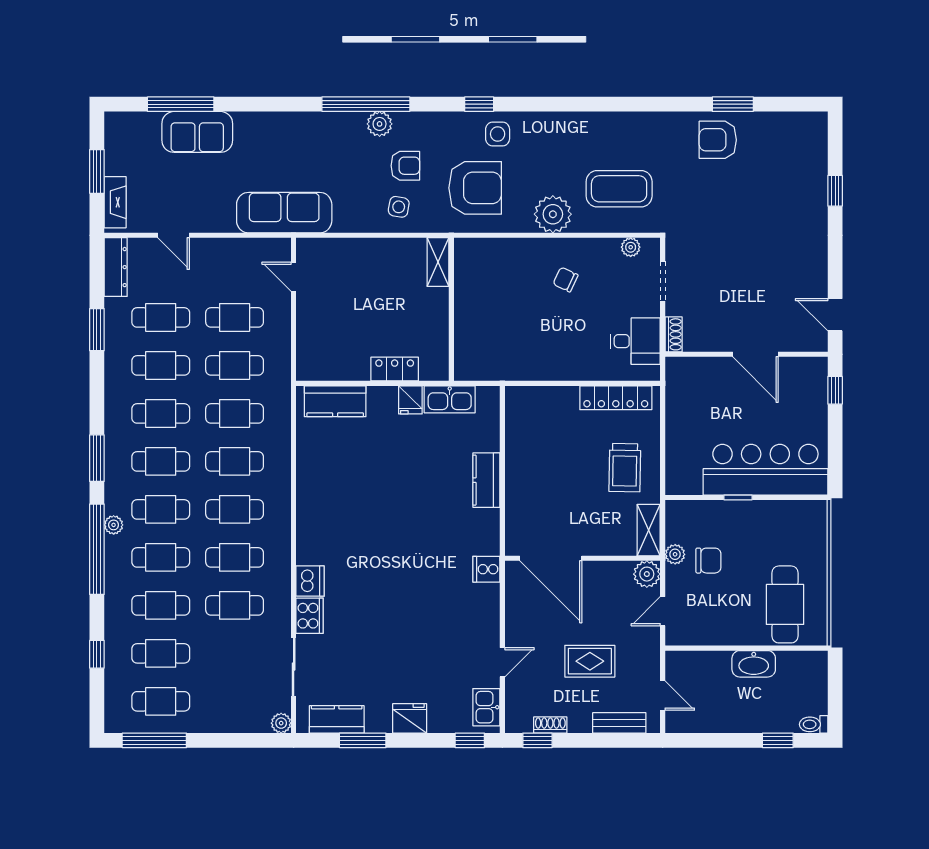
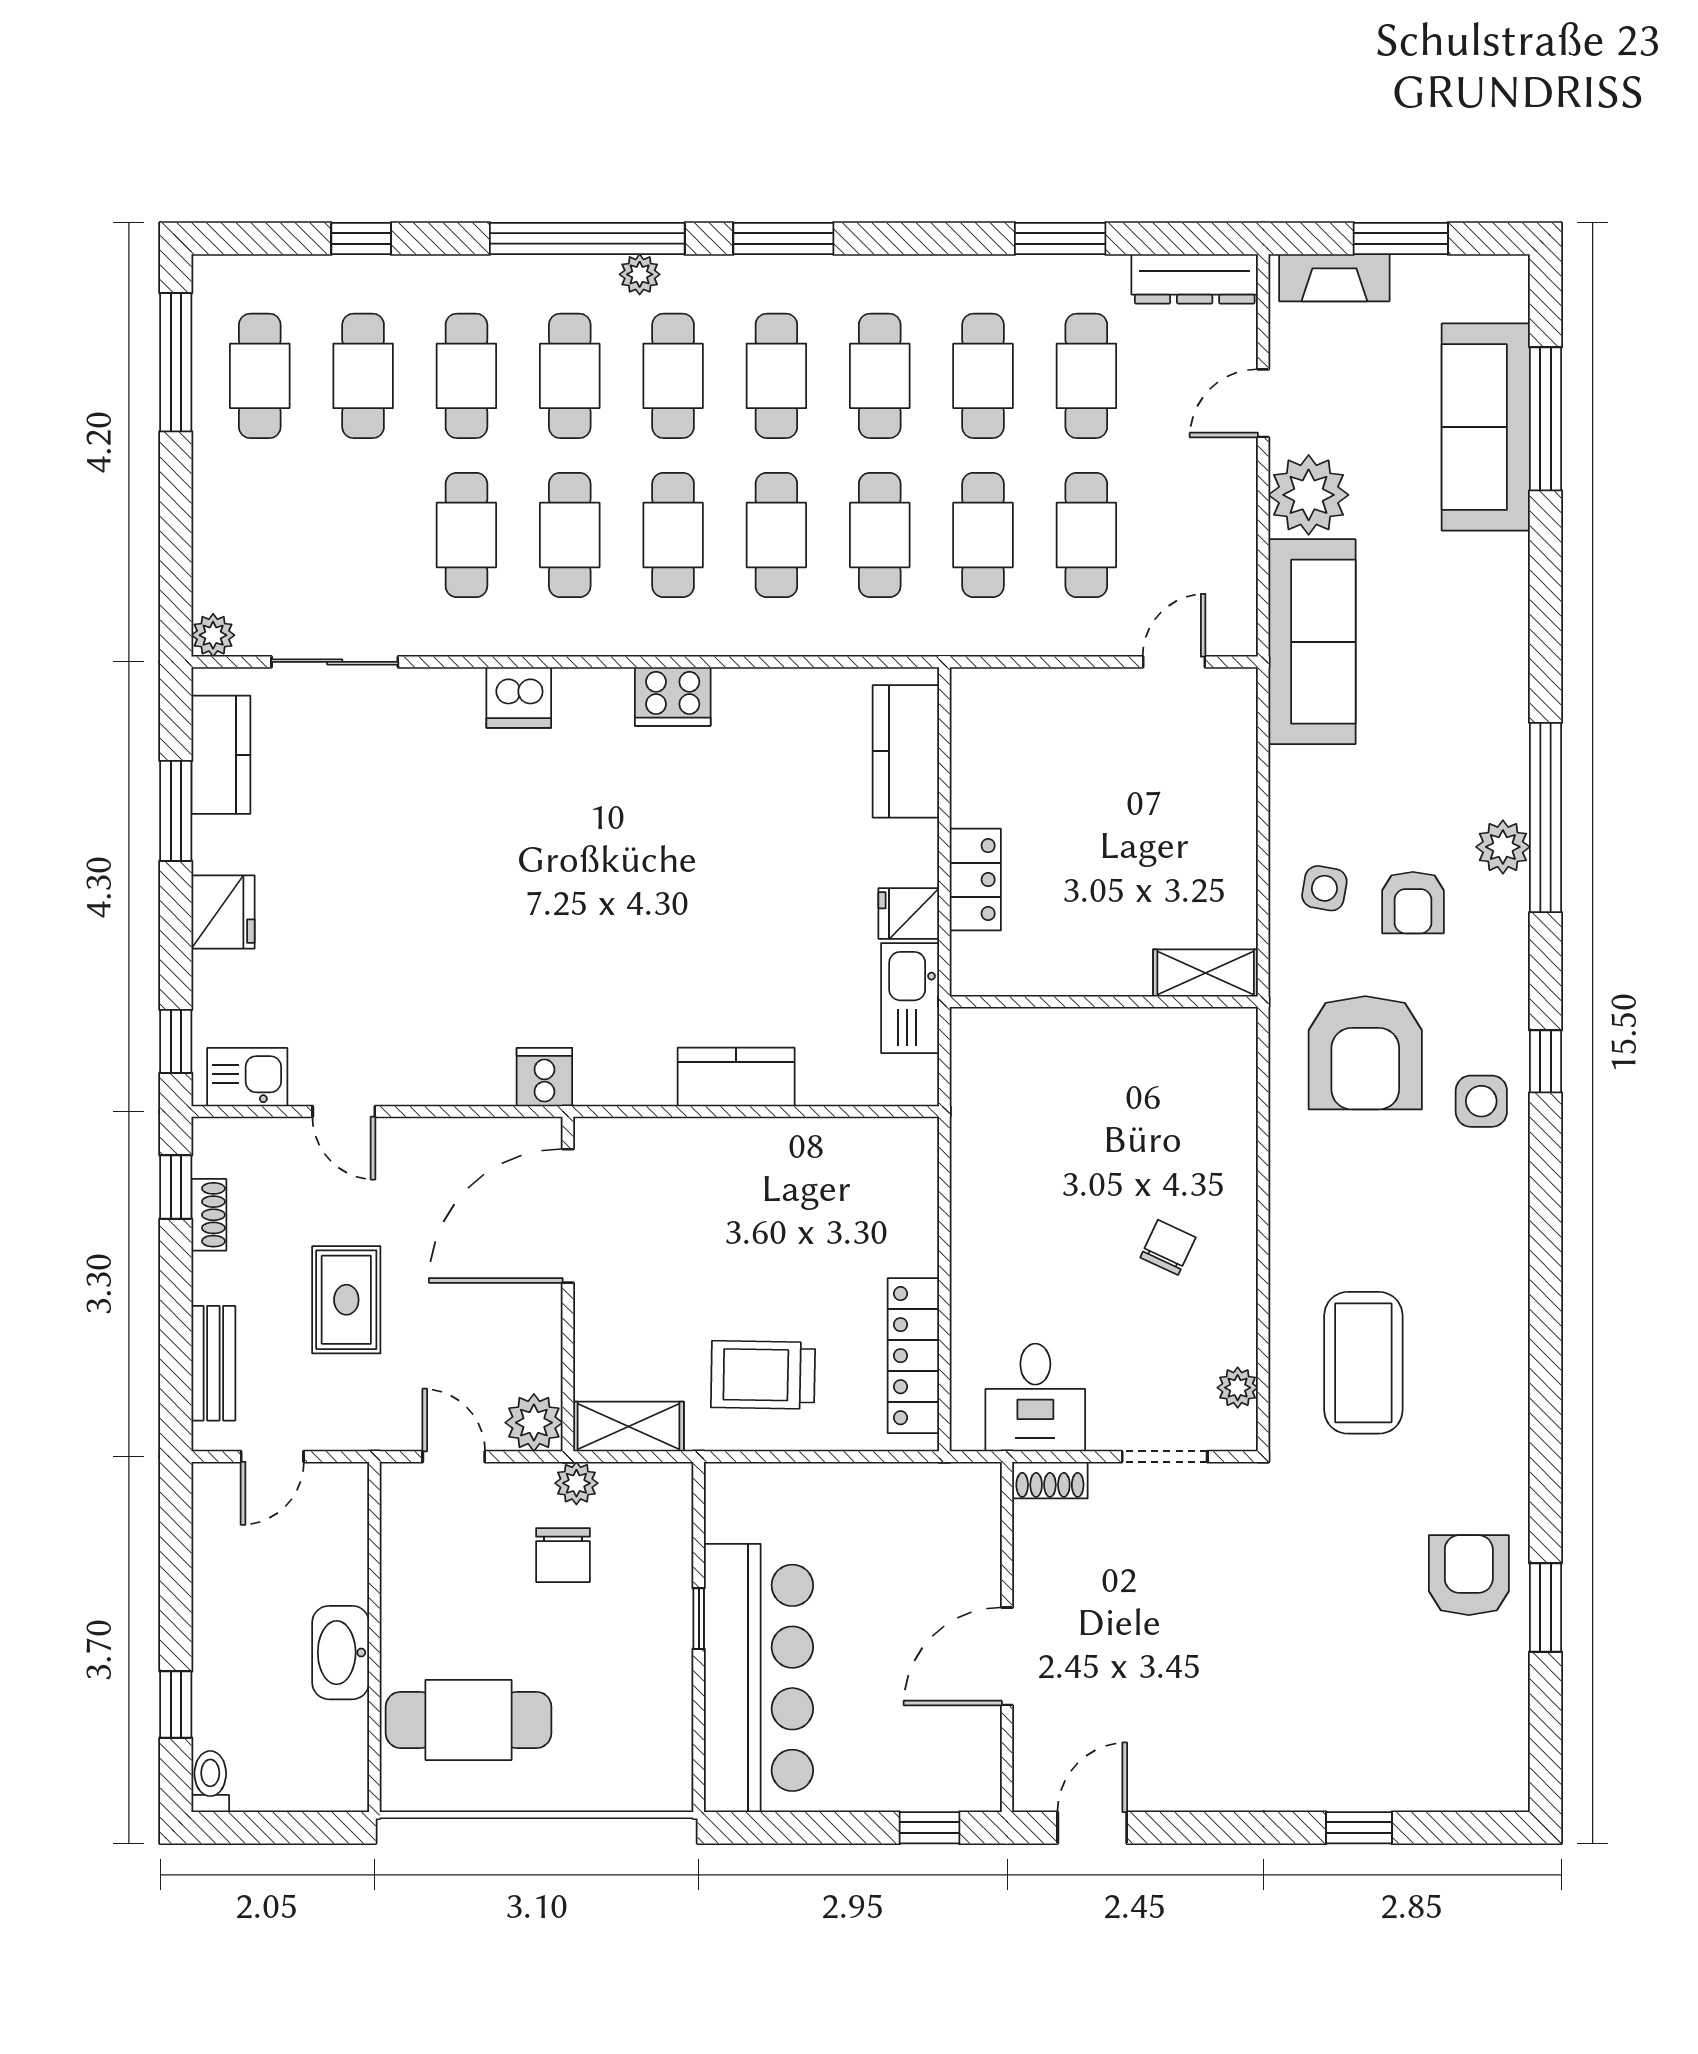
sofa: (197, 132) -> (1486, 427), width x1.36
plant: (553, 214) -> (1309, 495), moved
cooker: (310, 616) -> (673, 696), moved

